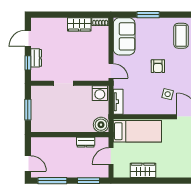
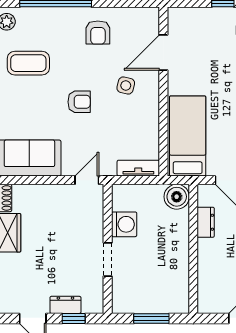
washing machine: (100, 93) -> (124, 224), moved

